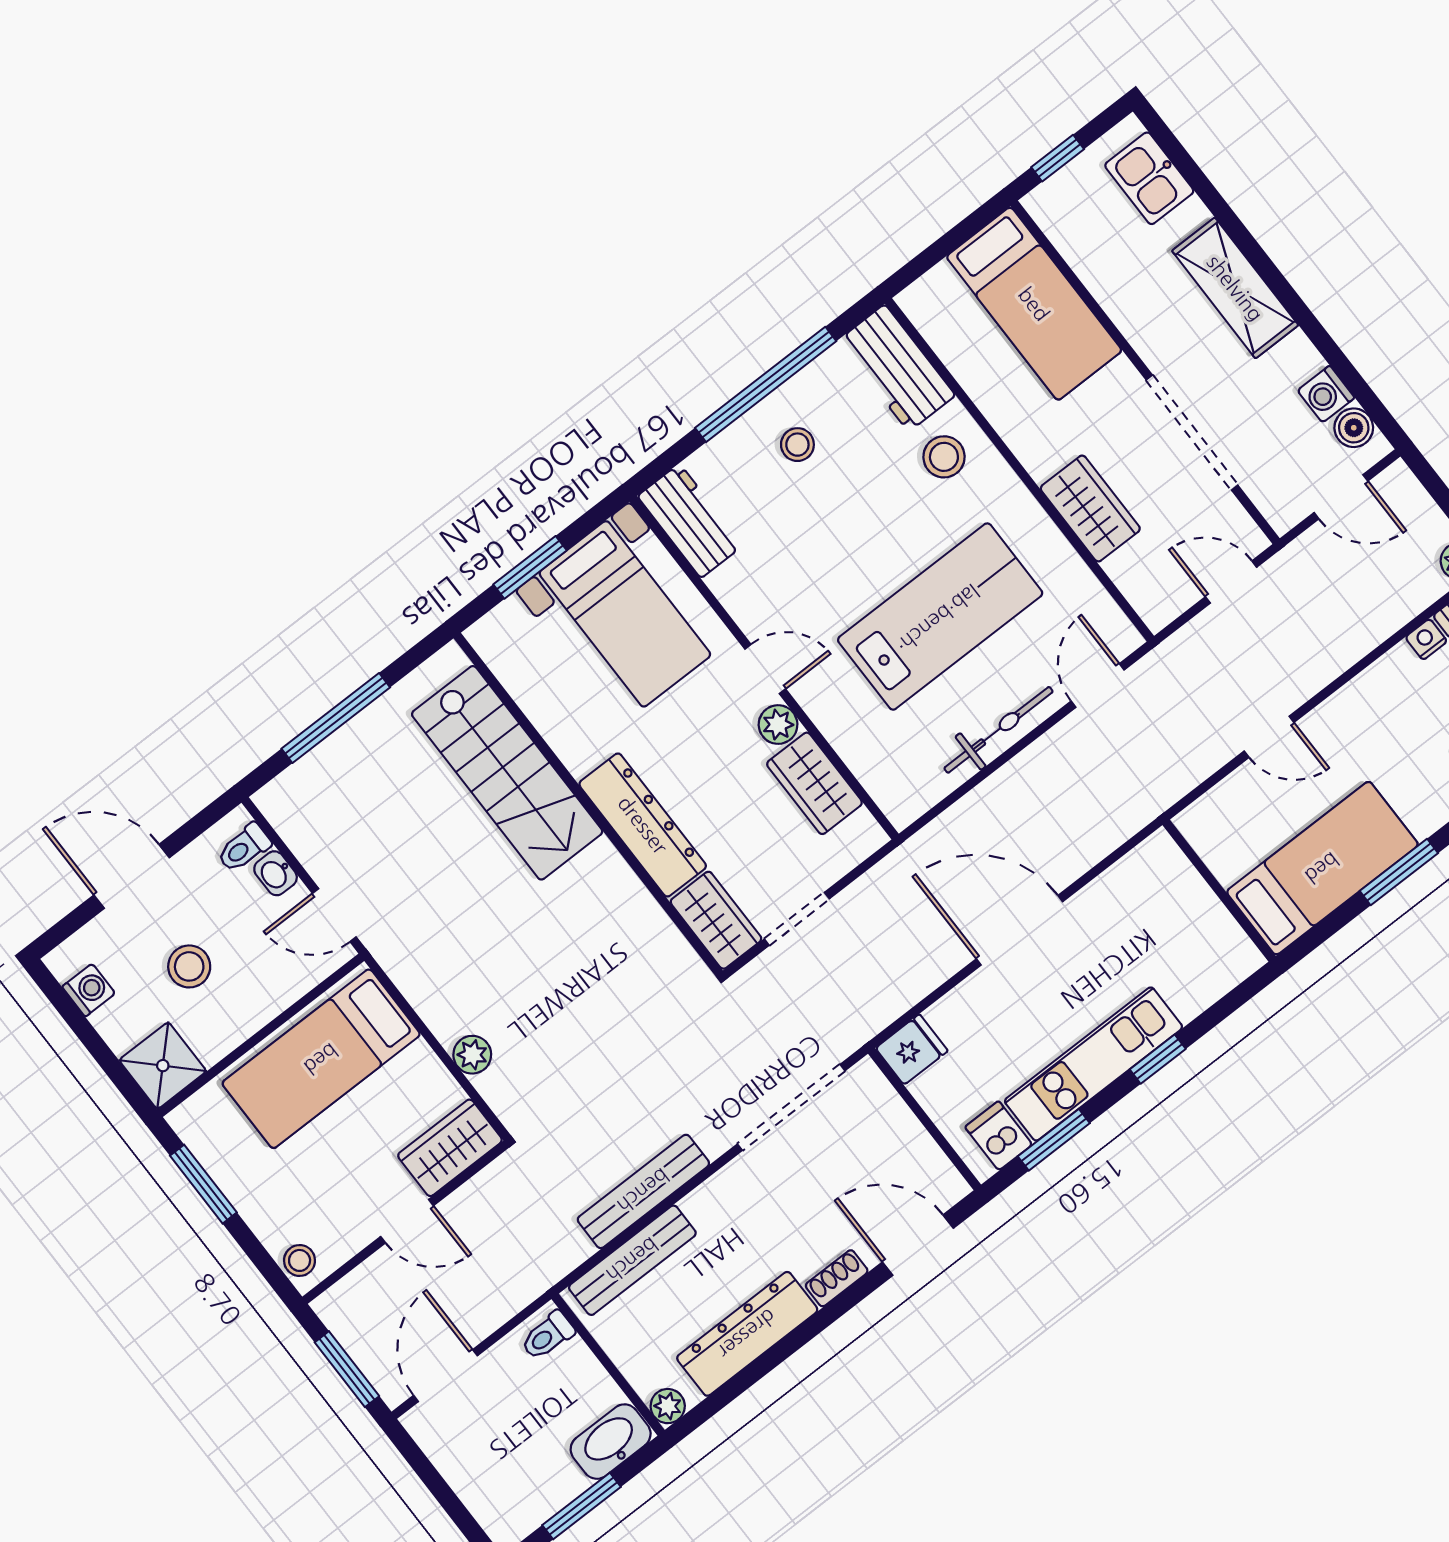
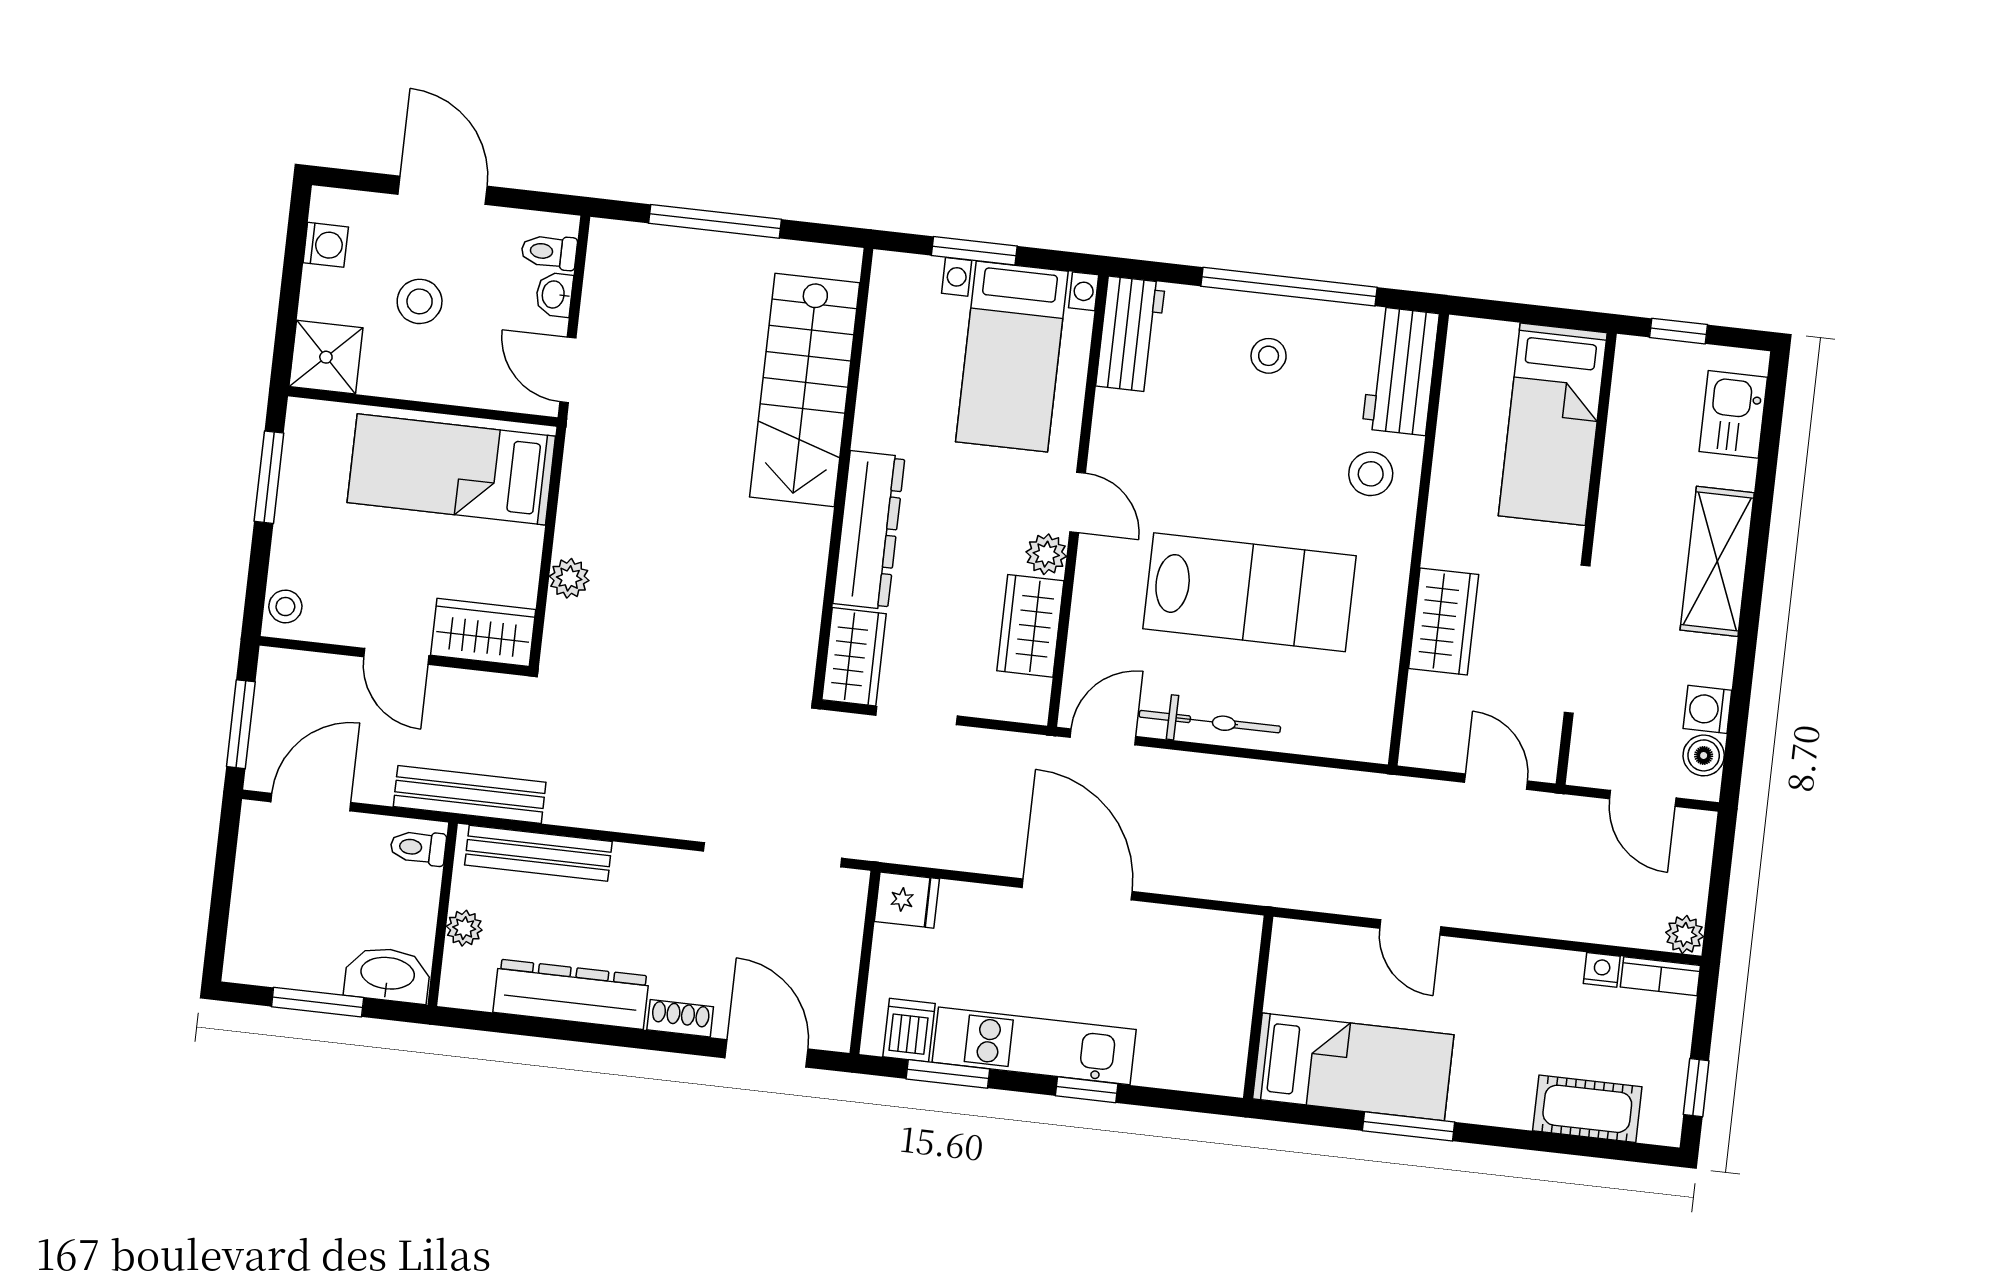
door: (1098, 685) -> (1103, 737), moved
bench: (643, 1191) -> (470, 794), moved
plant: (668, 1406) -> (464, 928), moved

